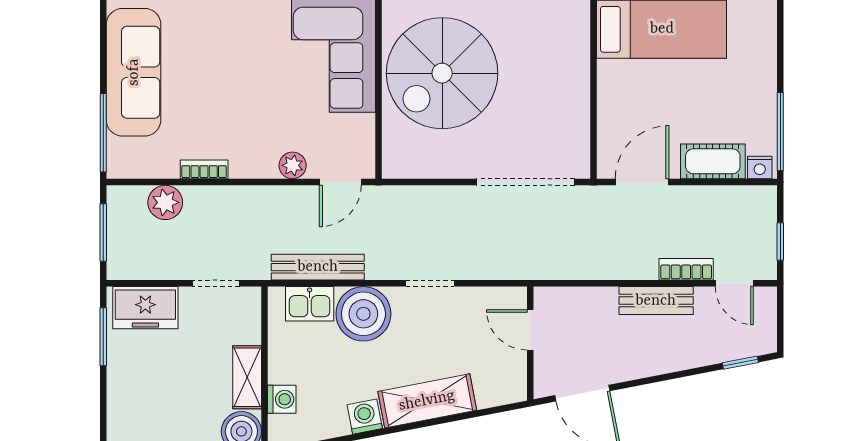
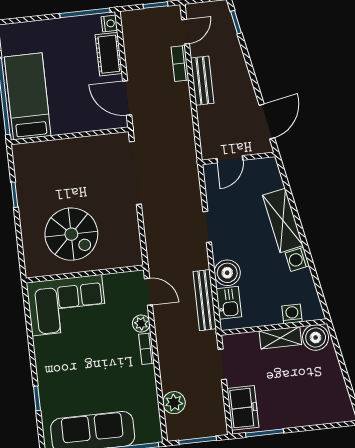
spiral stairs: (442, 73) -> (71, 234), width x0.73, depth x0.73
bookcase: (204, 169) -> (147, 349), moved
boiler: (363, 314) -> (227, 273), width x0.73, depth x0.73

